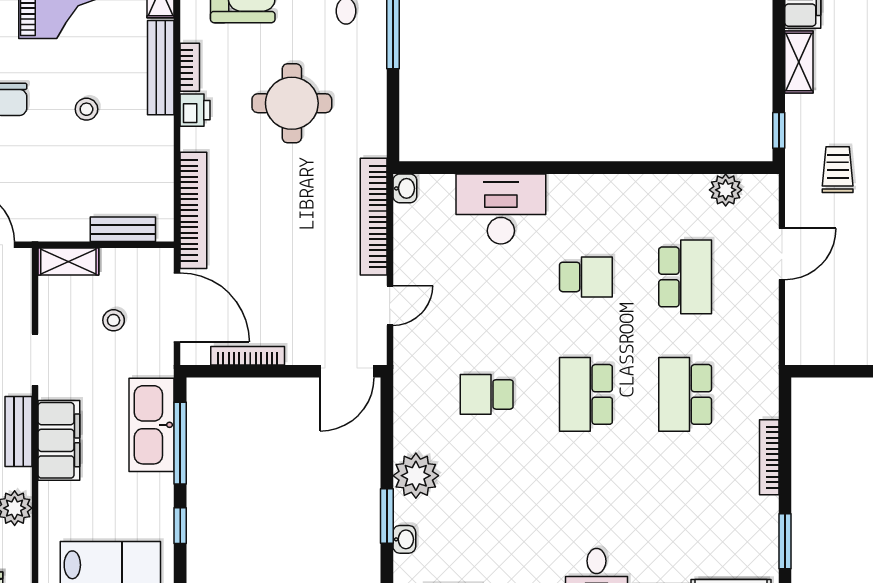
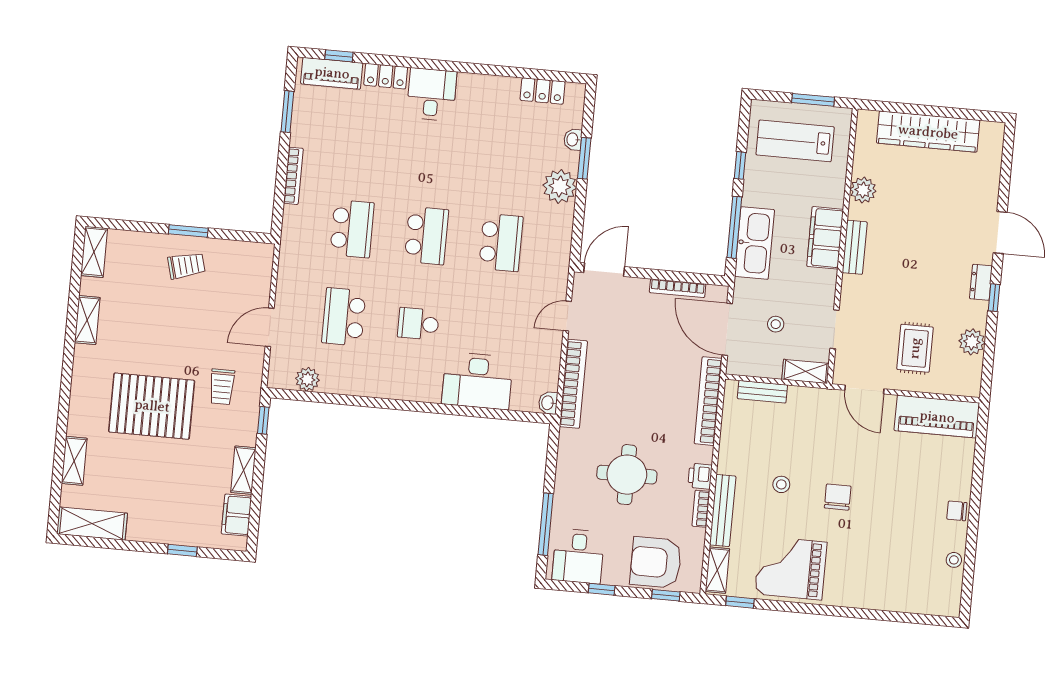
doorway: (35, 360) -> (835, 329), moved
school desk: (487, 394) -> (501, 243), width x1.85

